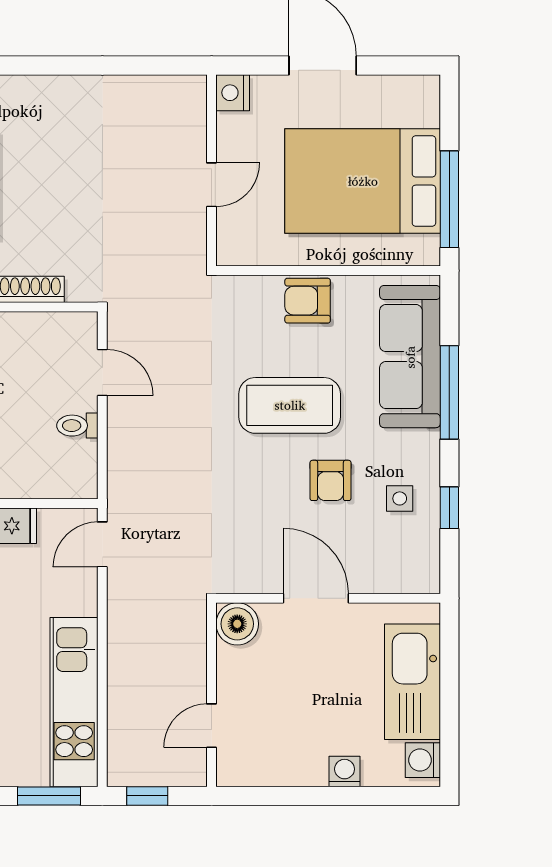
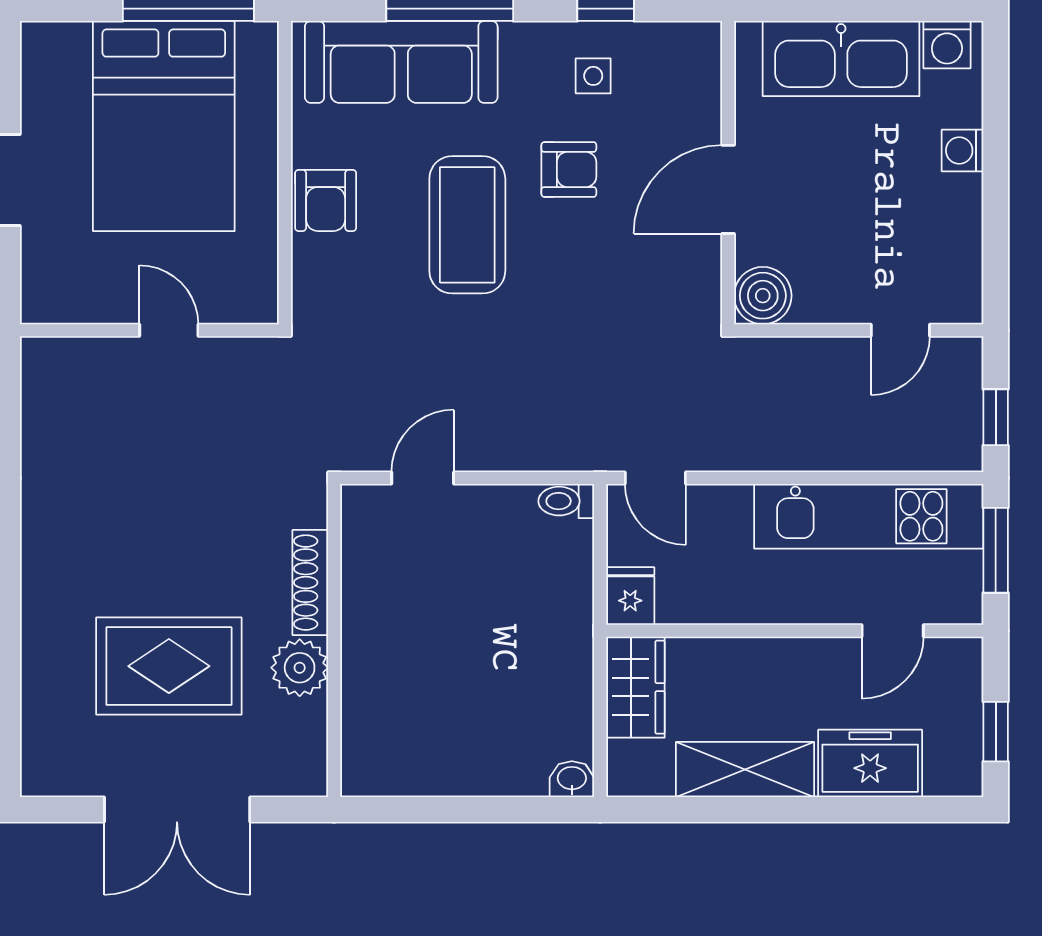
nightstand: (233, 93) -> (44, 302), removed
toilet: (77, 426) -> (566, 501), moved, turned 90
door: (212, 726) -> (900, 330), hinge flipped

